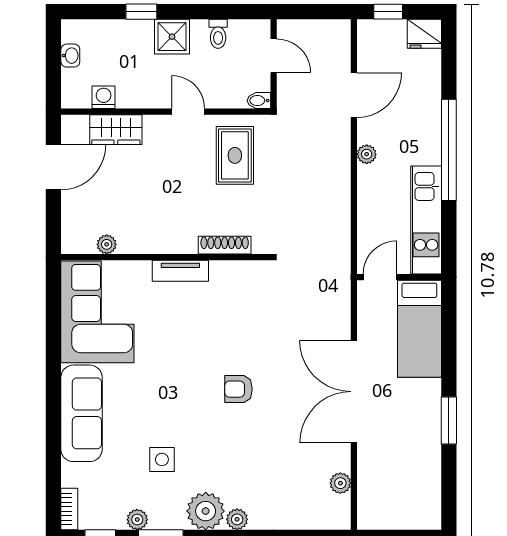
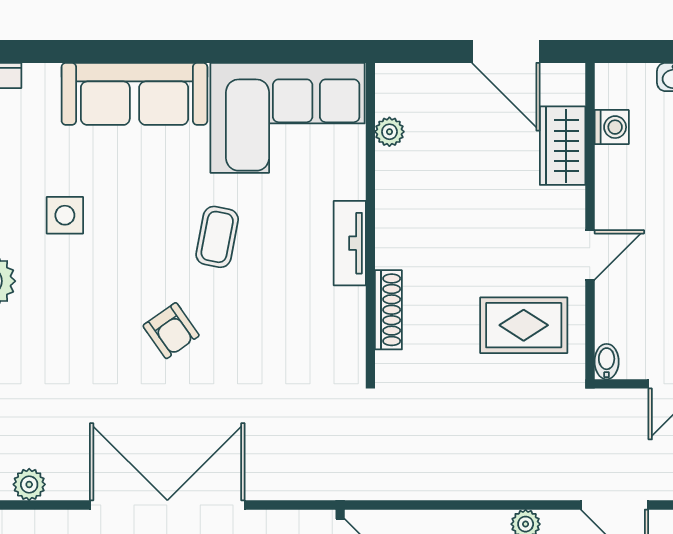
coffee table: (176, 359) -> (217, 237), added
armchair: (238, 389) -> (171, 331), turned 145

